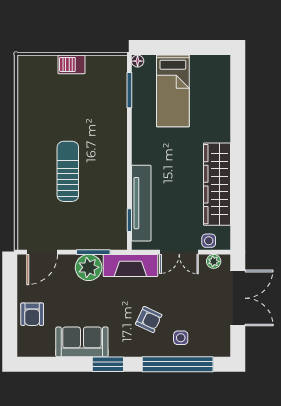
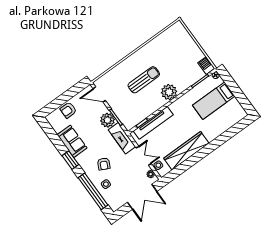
barbecue: (71, 64) -> (206, 66), moved
plant: (113, 147) -> (169, 92), added
double door: (179, 252) -> (144, 156), swing flipped

